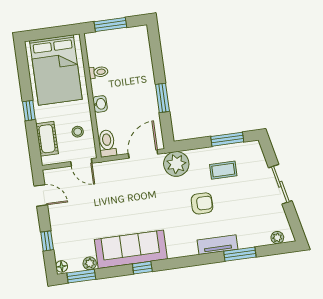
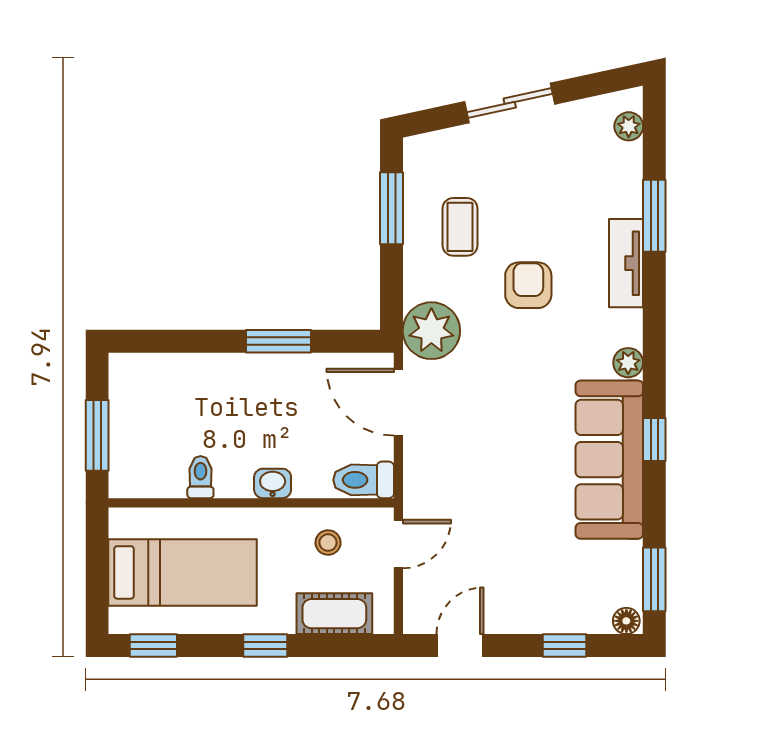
window: (22, 62) -> (153, 645), added
bed: (56, 70) -> (183, 572), width x0.67
plant: (90, 263) -> (628, 363), moved

